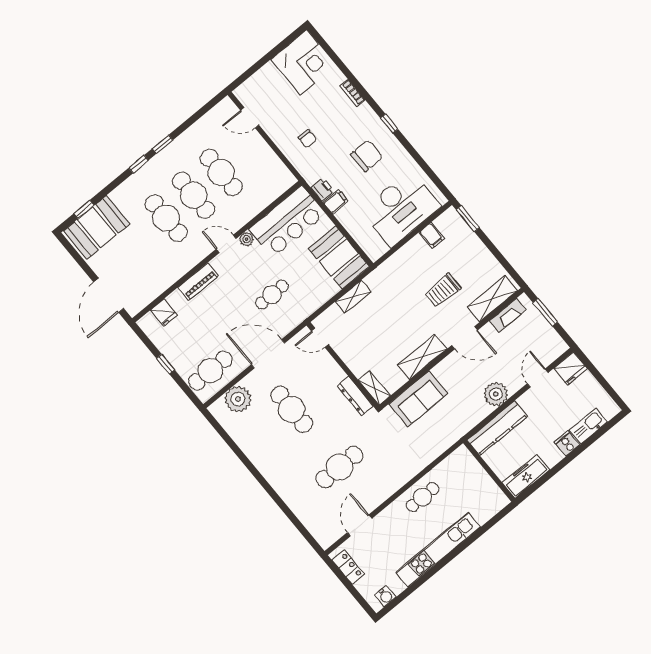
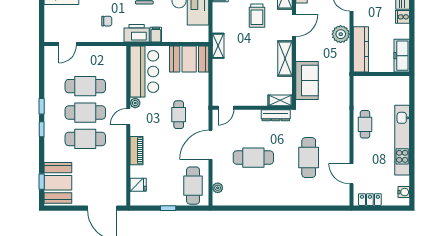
printer: (323, 189) -> (137, 33), width x1.87, depth x1.48
shelving: (353, 297) -> (218, 46), moved
plant: (238, 399) -> (218, 188), width x0.53, depth x0.53

